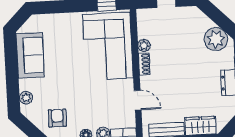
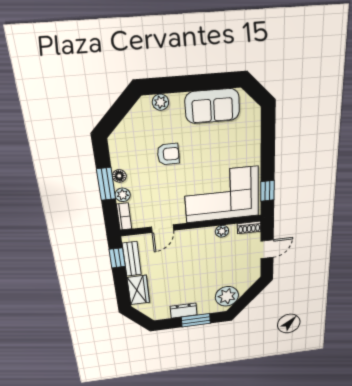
shoe rack: (144, 64) -> (249, 227), moved
armchair: (57, 118) -> (168, 154), moved

